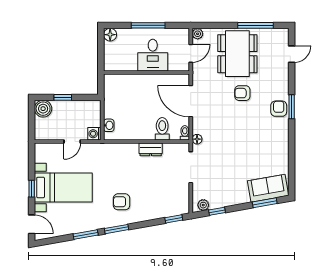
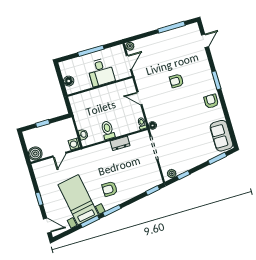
floor lamp: (110, 35) -> (69, 81), moved
dining table: (237, 54) -> (164, 52), removed
door: (191, 101) -> (139, 98), width x0.53
boiler: (43, 109) -> (35, 154), moved
armchair: (279, 109) -> (211, 101), moved
toilet: (162, 129) -> (108, 130), moved
bed with nightstands: (63, 187) -> (78, 200), moved, turned -100
sofa: (268, 188) -> (221, 136), moved, turned -80

